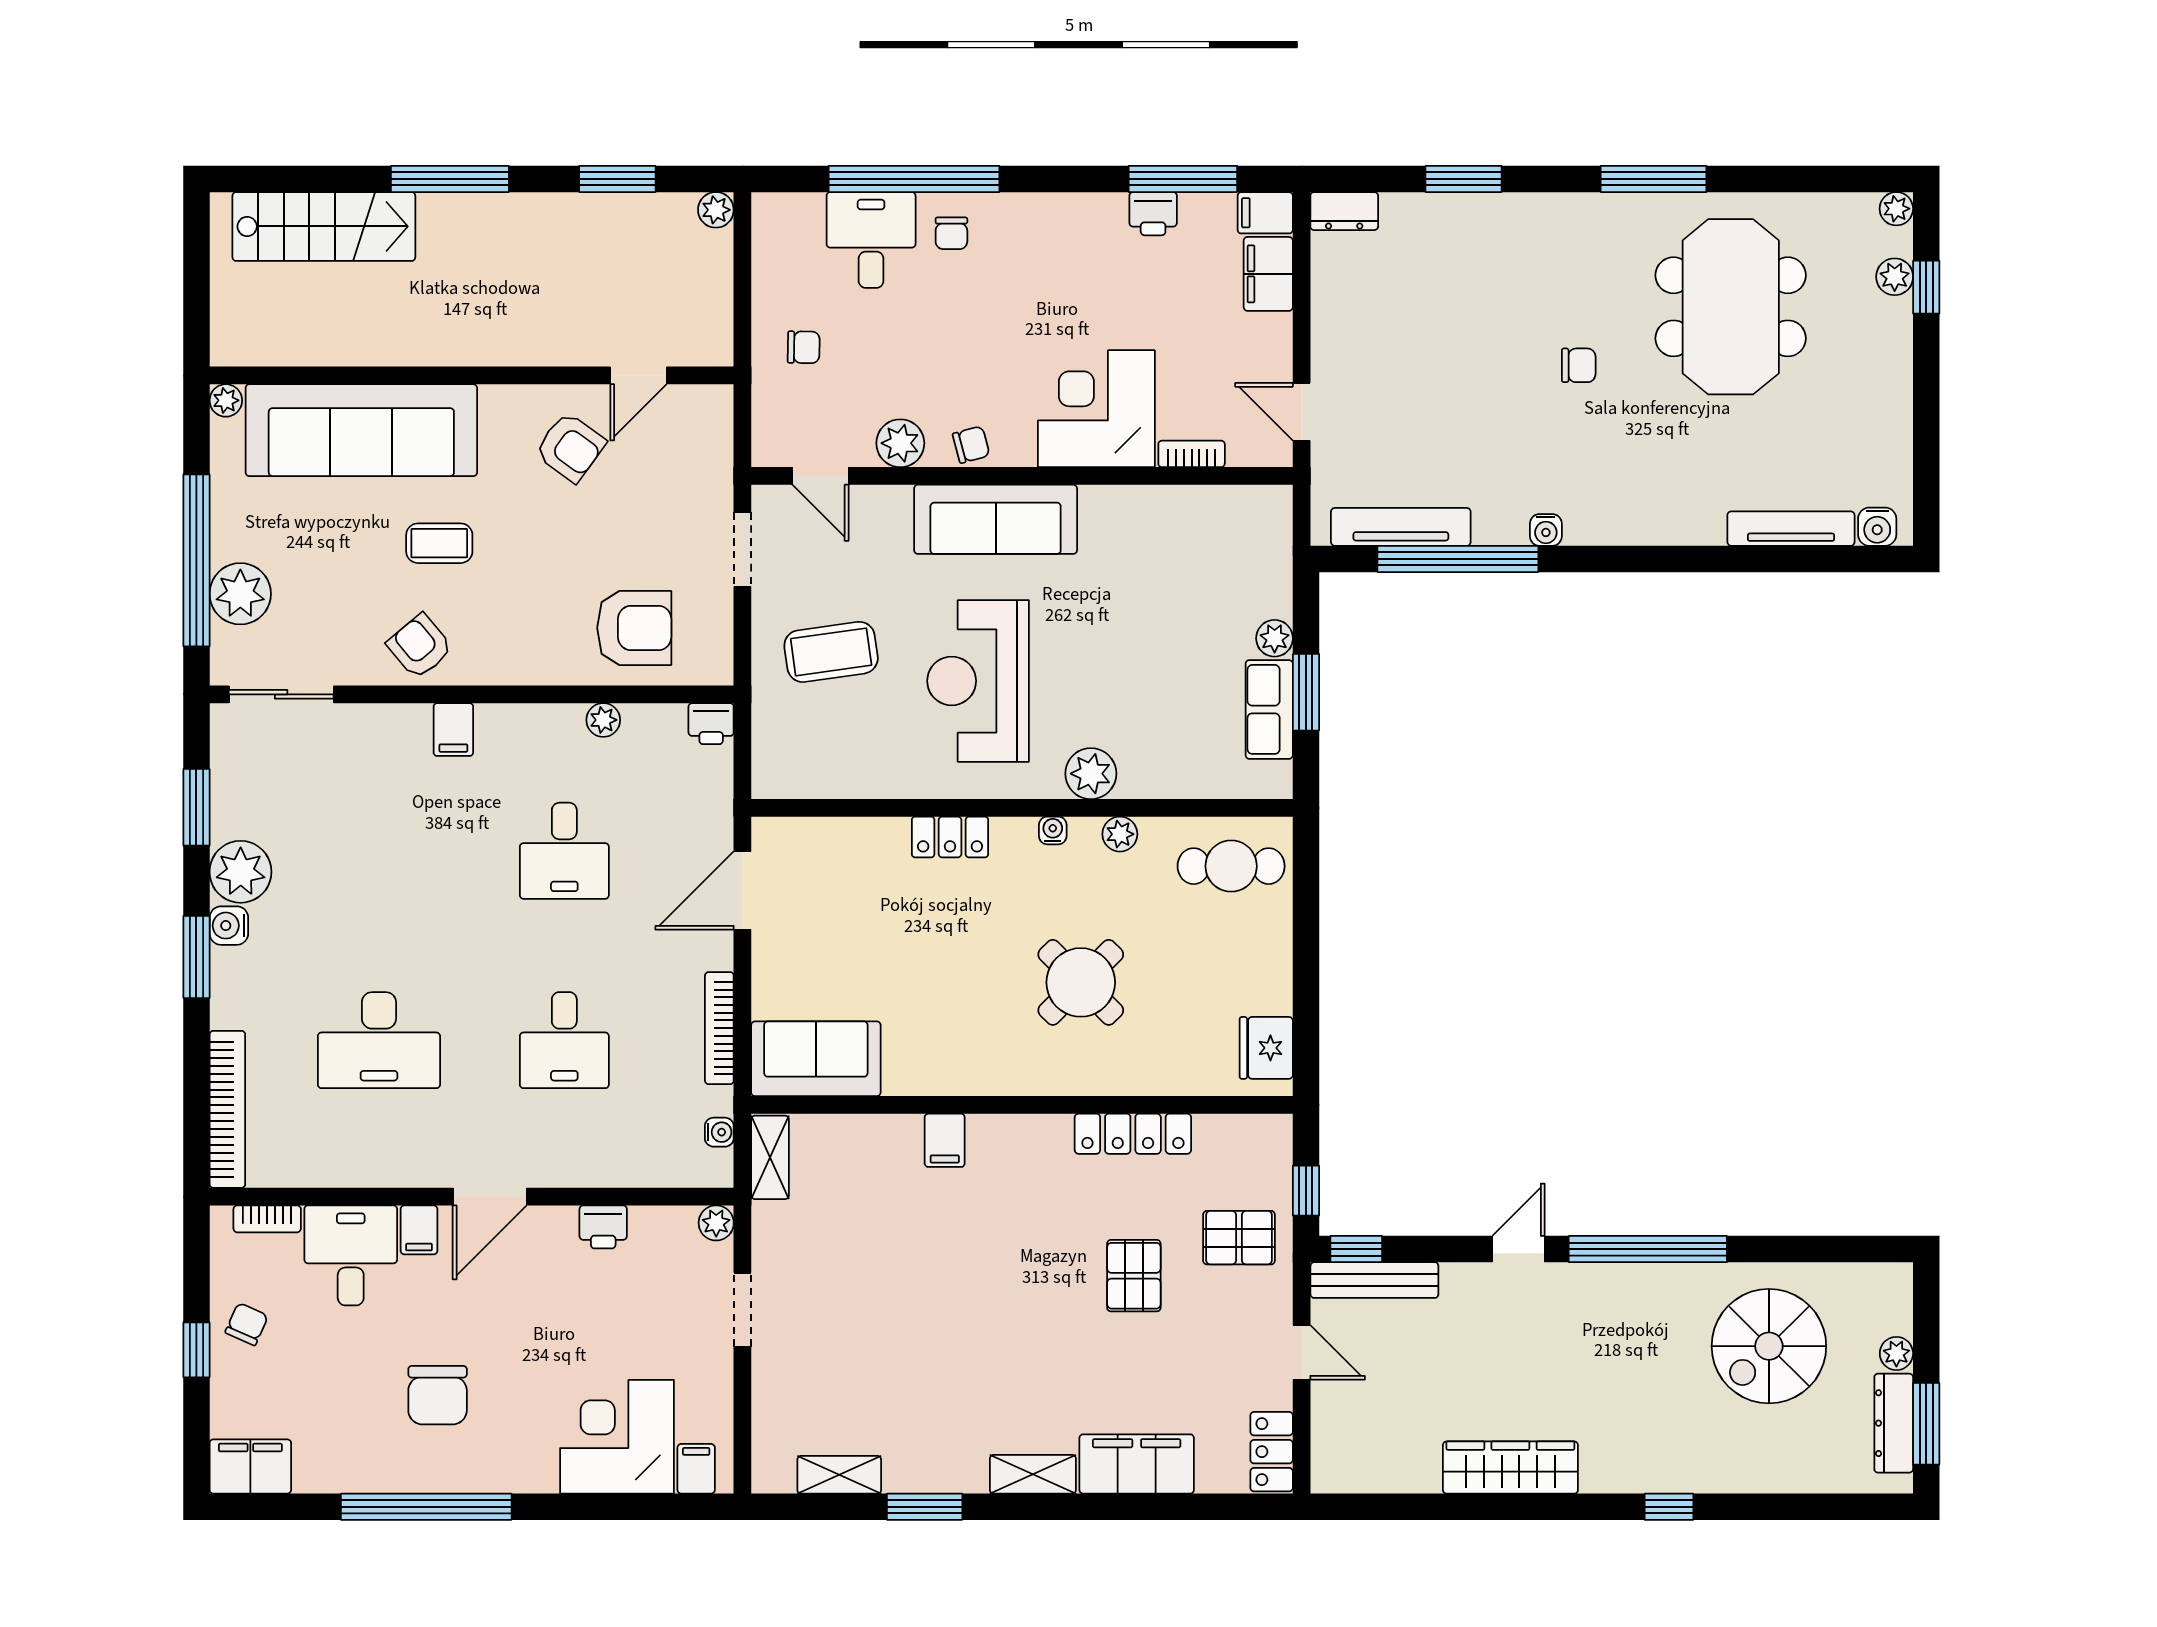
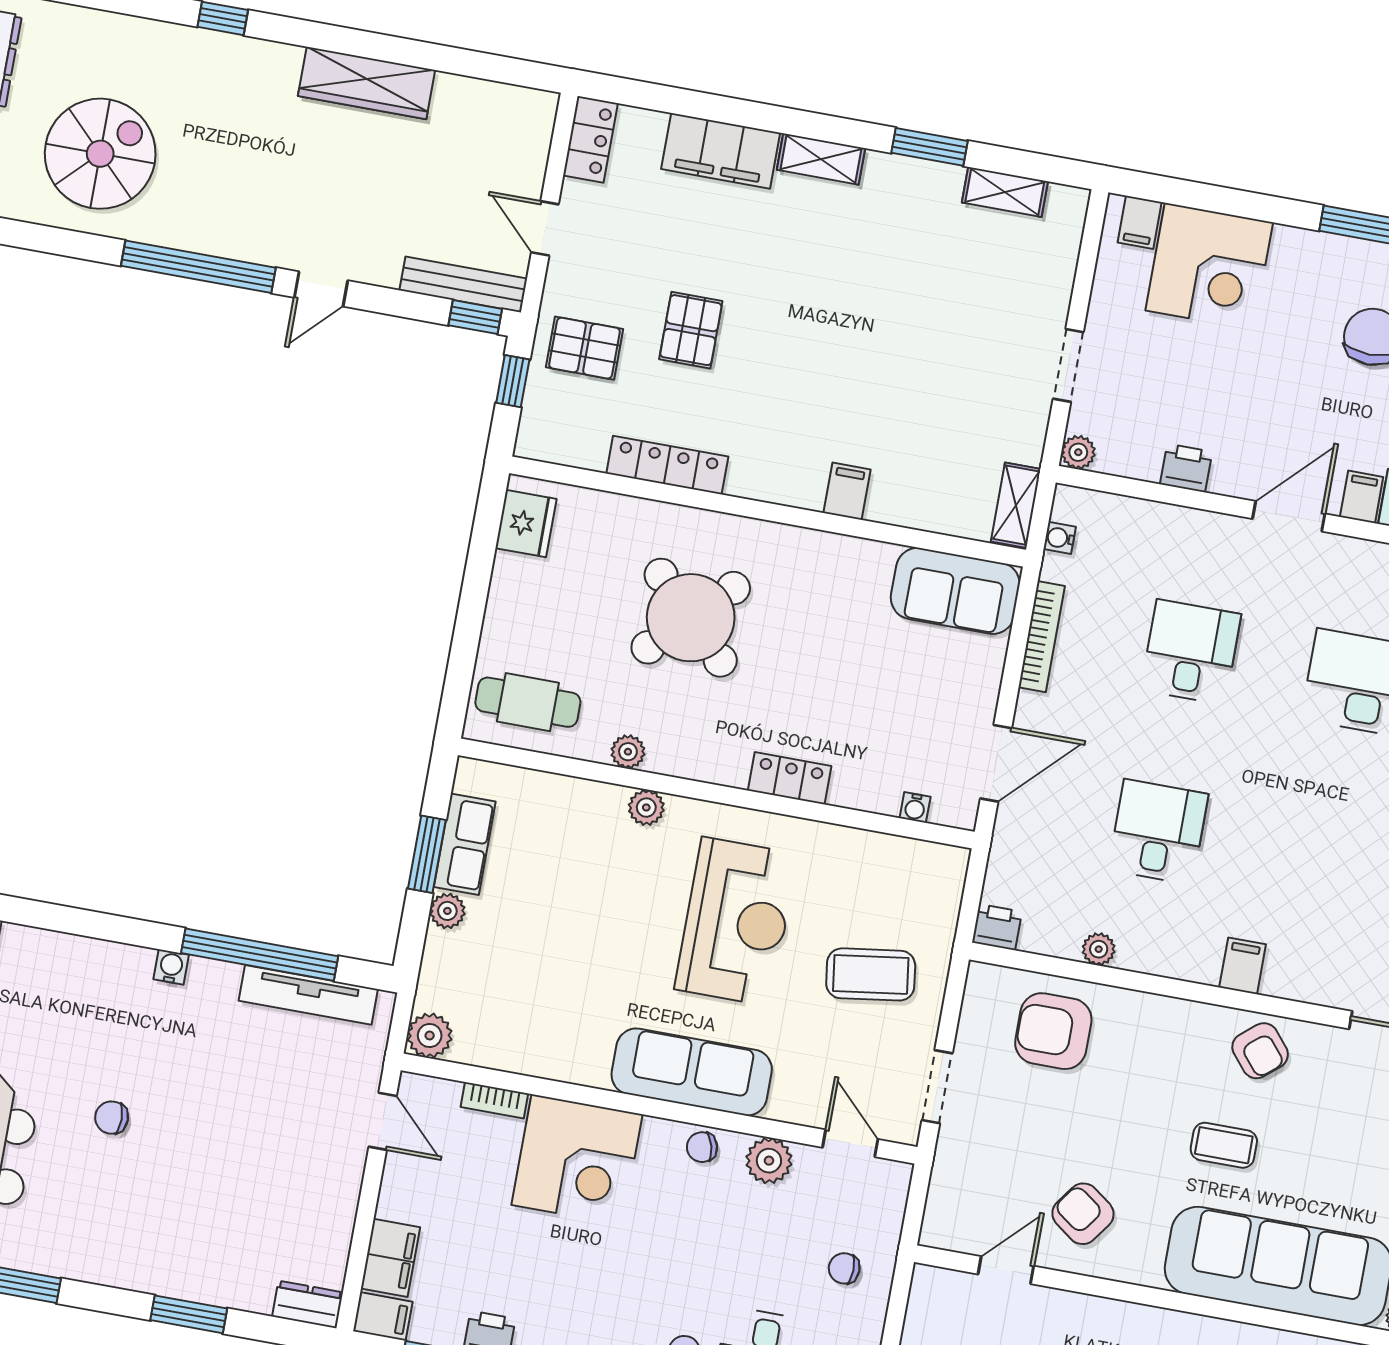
plant: (1270, 508) -> (430, 1035), added
plant: (1091, 774) -> (646, 808), width x0.73, depth x0.73
water cooler: (1053, 830) -> (915, 807), moved
round table: (1081, 982) -> (691, 618), width x1.36, depth x1.36

